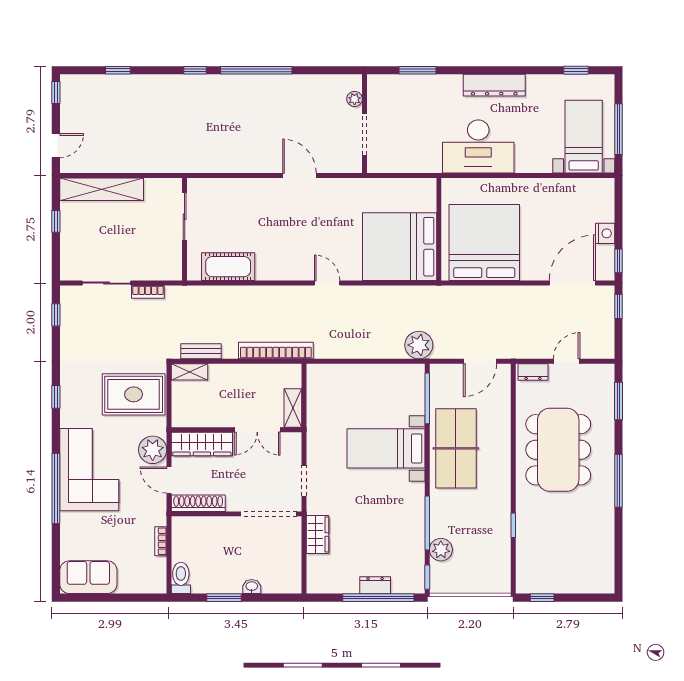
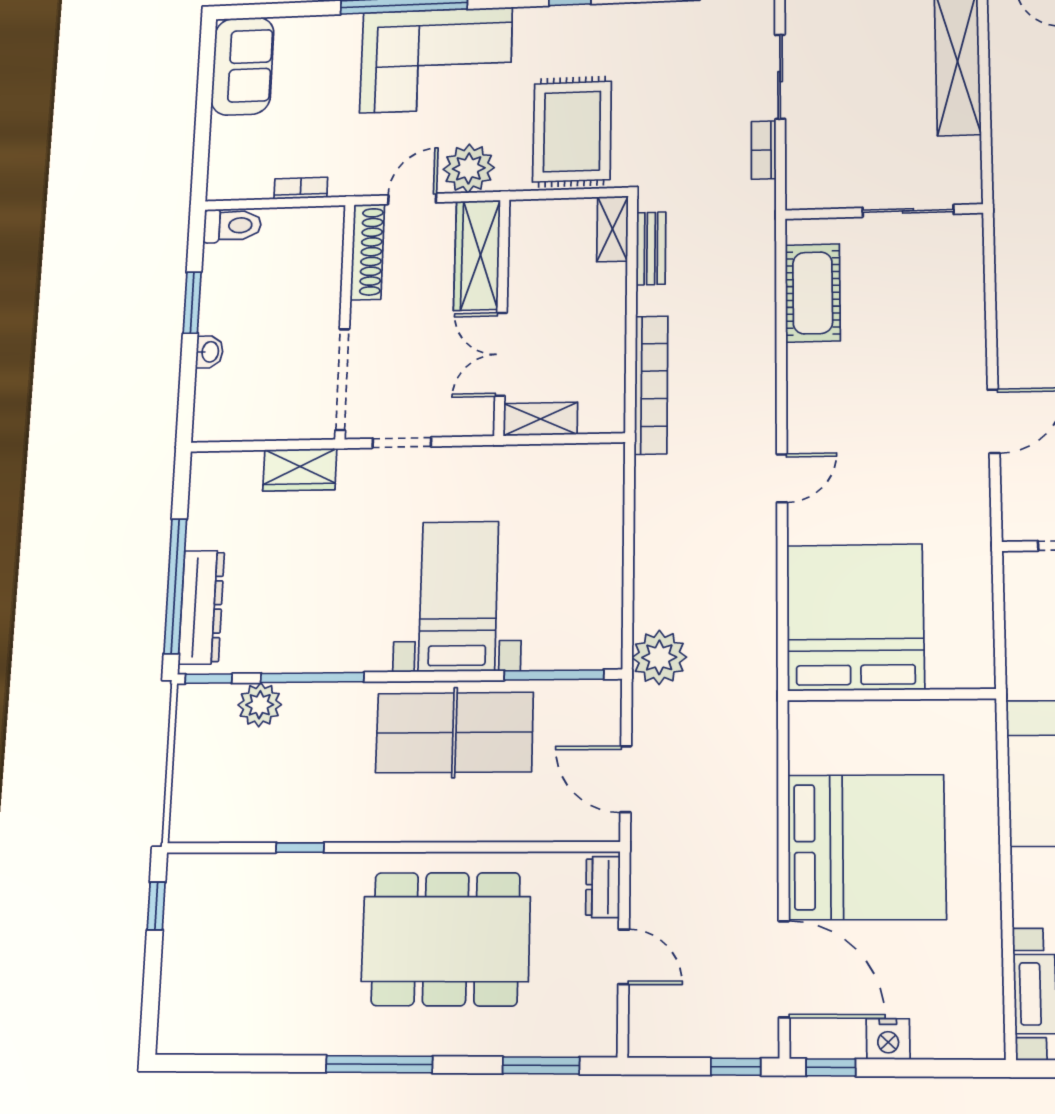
bed: (484, 243) -> (866, 847), moved
dresser: (375, 585) -> (201, 607), width x1.96, depth x1.24

